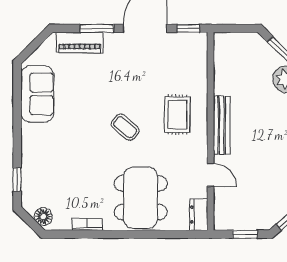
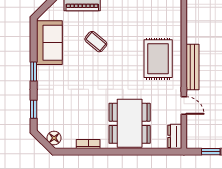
rug: (177, 115) -> (158, 59), width x1.36, depth x1.43
coffee table: (125, 127) -> (96, 42), moved
window: (17, 131) -> (34, 72), added

